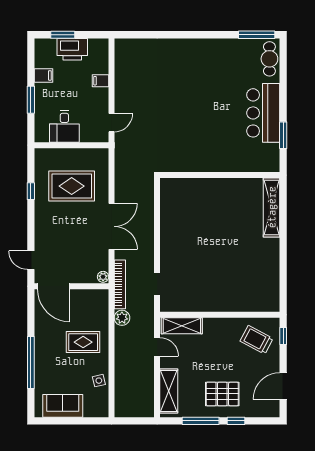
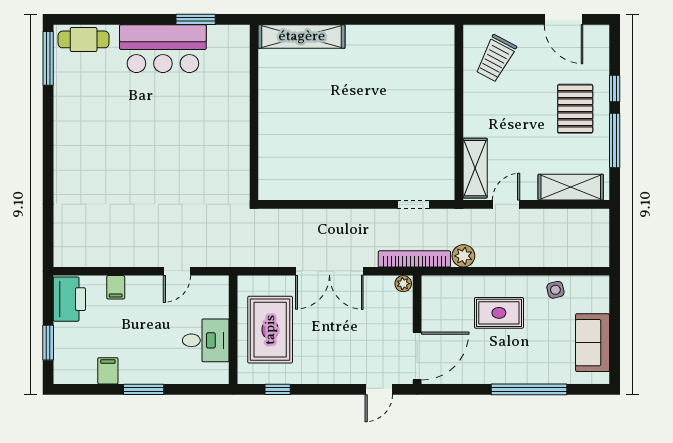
printer: (72, 49) -> (69, 299), moved
door: (111, 123) -> (177, 271), swing flipped
desk: (64, 126) -> (206, 340), moved
wall: (72, 145) -> (233, 330), moved
double door: (111, 226) -> (329, 271), swing flipped
window: (283, 336) -> (490, 19), removed
rug: (83, 342) -> (499, 313), turned 90

